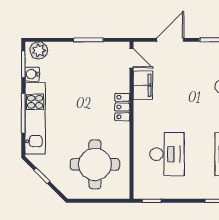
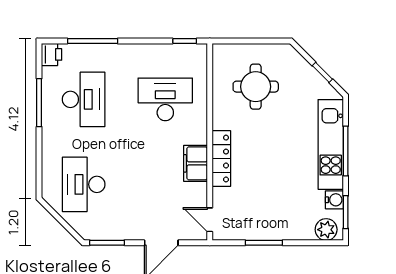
filing cabinet: (143, 85) -> (196, 163), moved
locker: (122, 107) -> (221, 159), width x1.53
desk: (167, 154) -> (165, 99), turned 90
round table: (95, 164) -> (256, 87), width x0.73, depth x0.73

